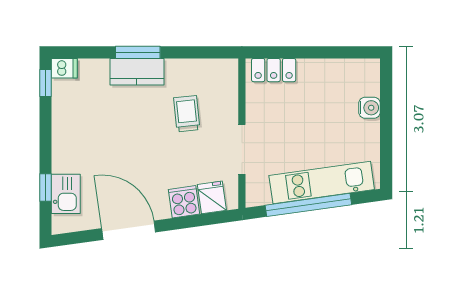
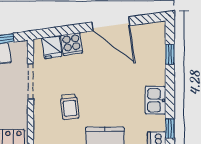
kitchen sink: (66, 194) -> (155, 100), moved

